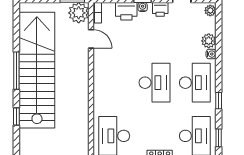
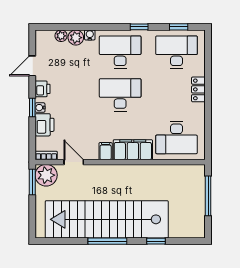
plant: (210, 10) -> (61, 36), moved
door: (91, 39) -> (74, 162), hinge flipped
filing cabinet: (101, 69) -> (106, 151), added
filing cabinet: (103, 95) -> (133, 150), added

